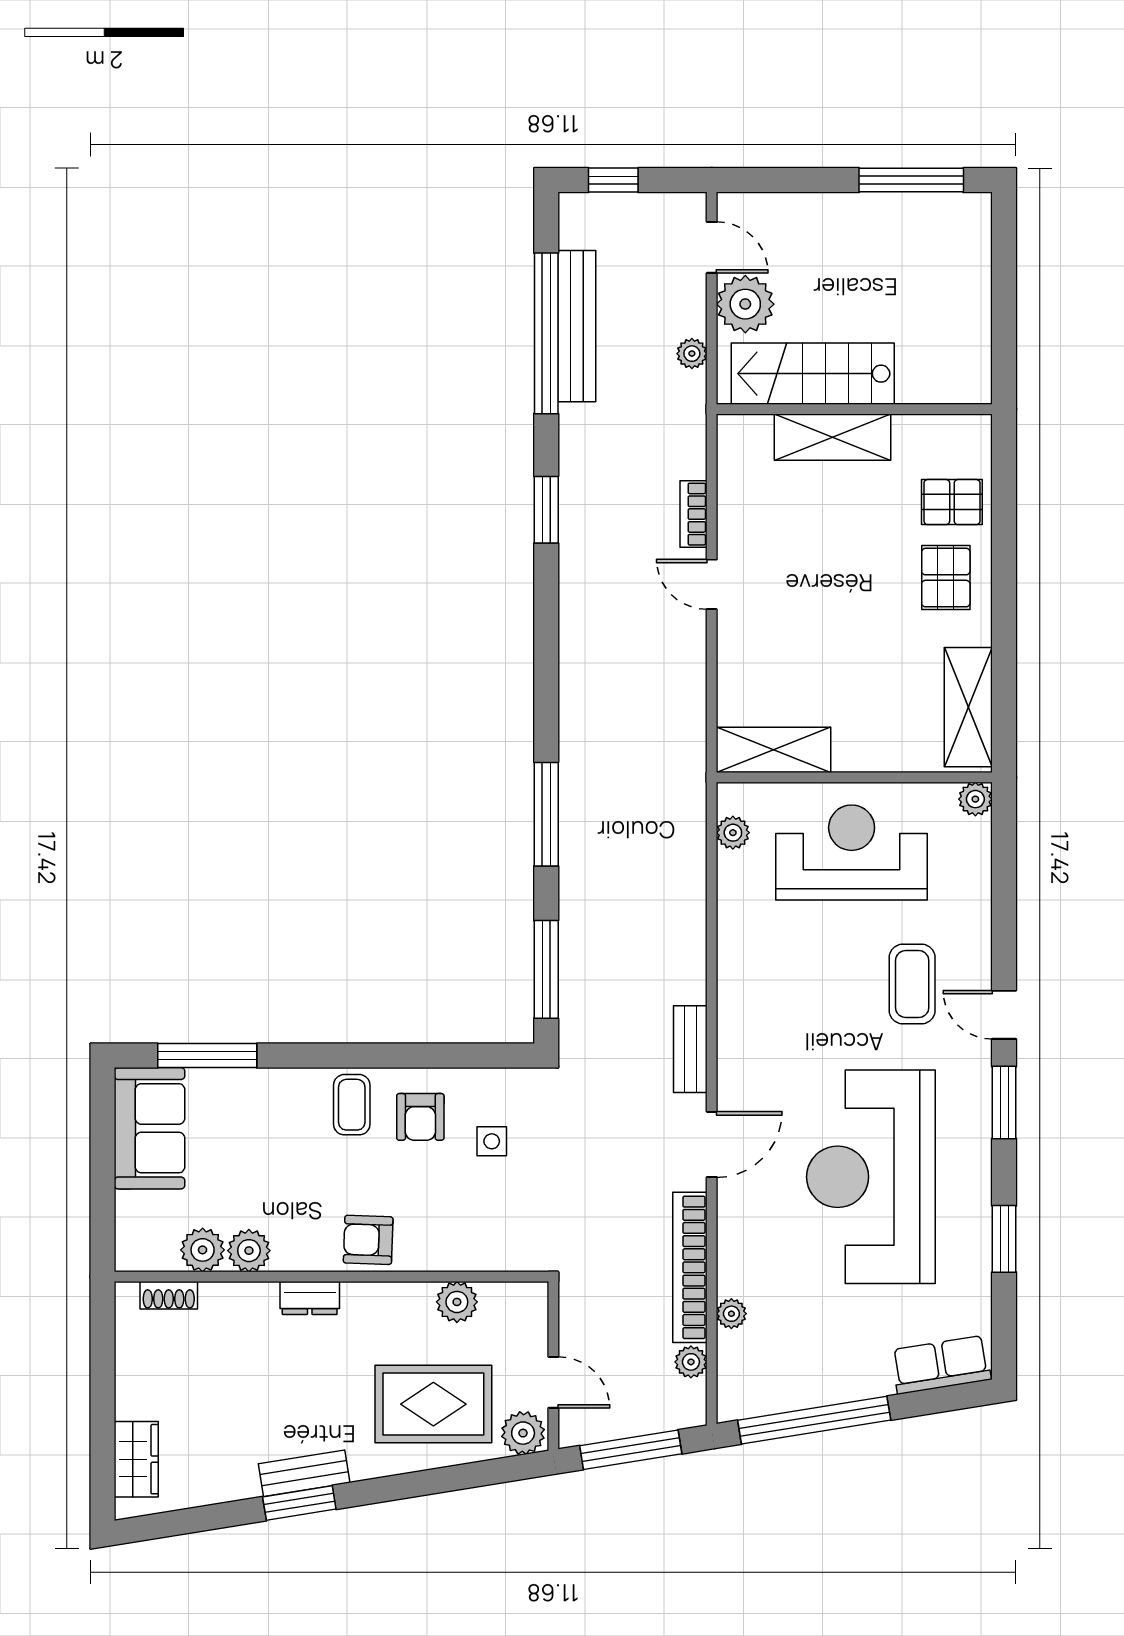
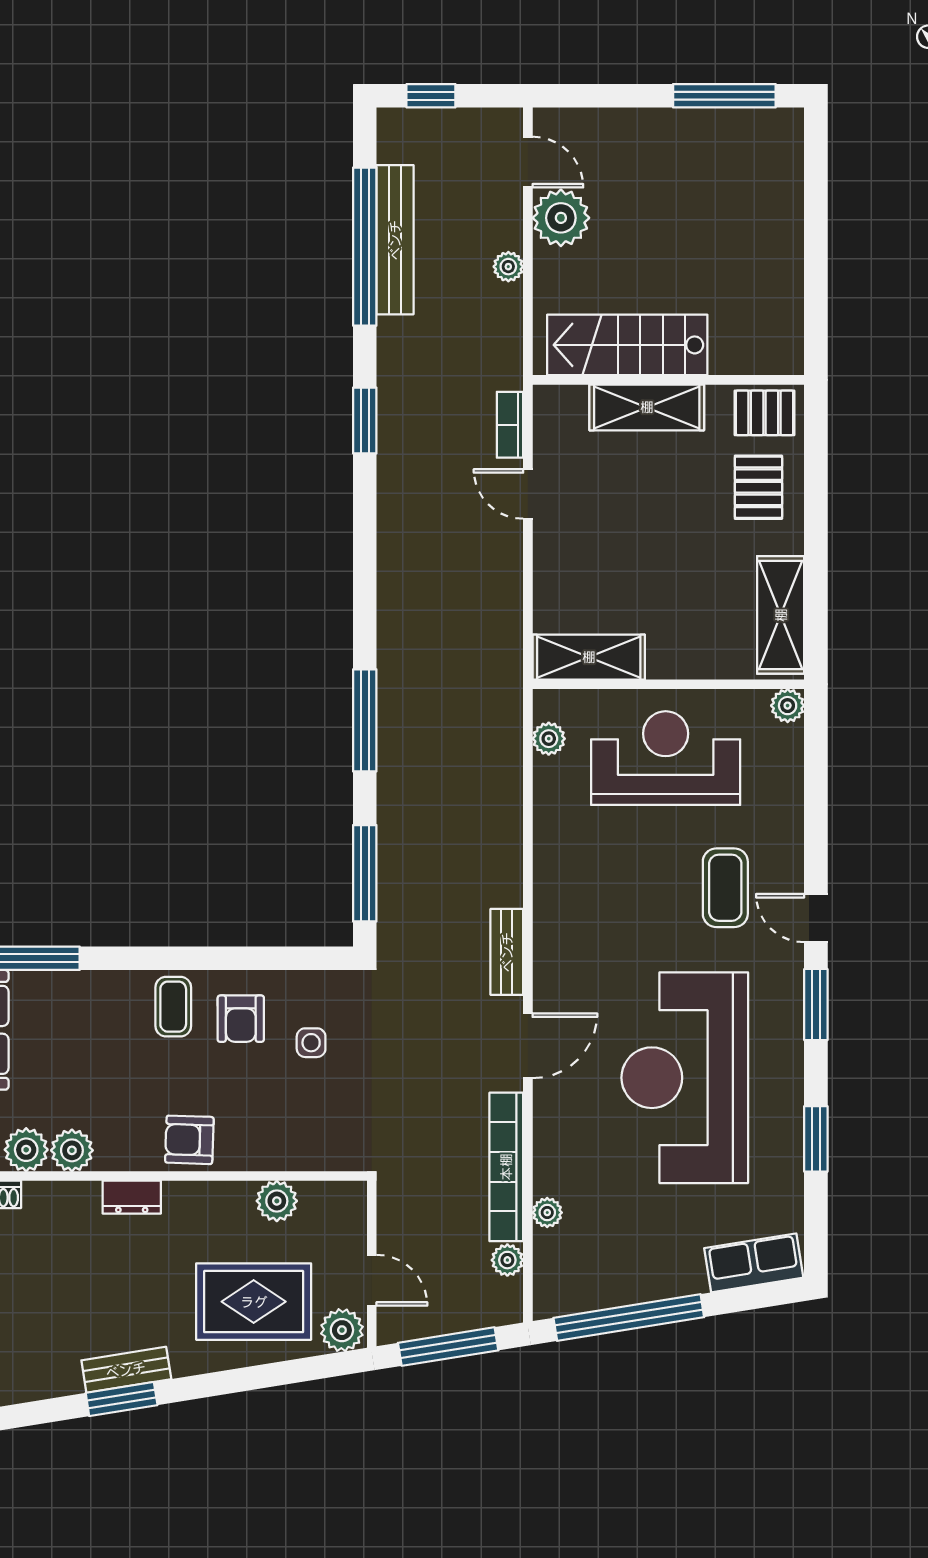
stairs: (813, 374) -> (627, 345), moved
wall: (854, 409) -> (668, 380), moved
shelving: (832, 437) -> (647, 407), moved

